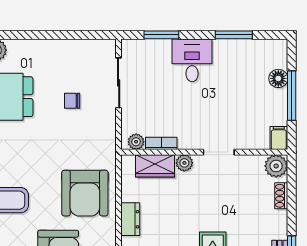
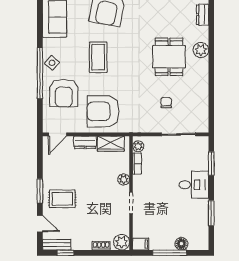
wardrobe: (155, 166) -> (111, 144), moved, turned -90

